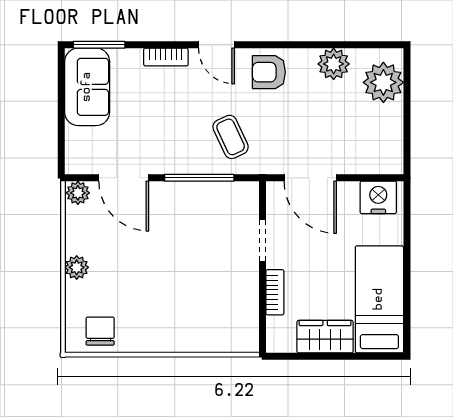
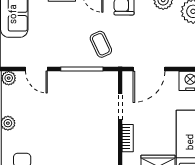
door: (124, 178) -> (36, 69), width x0.73
door: (310, 178) -> (149, 69), hinge flipped

